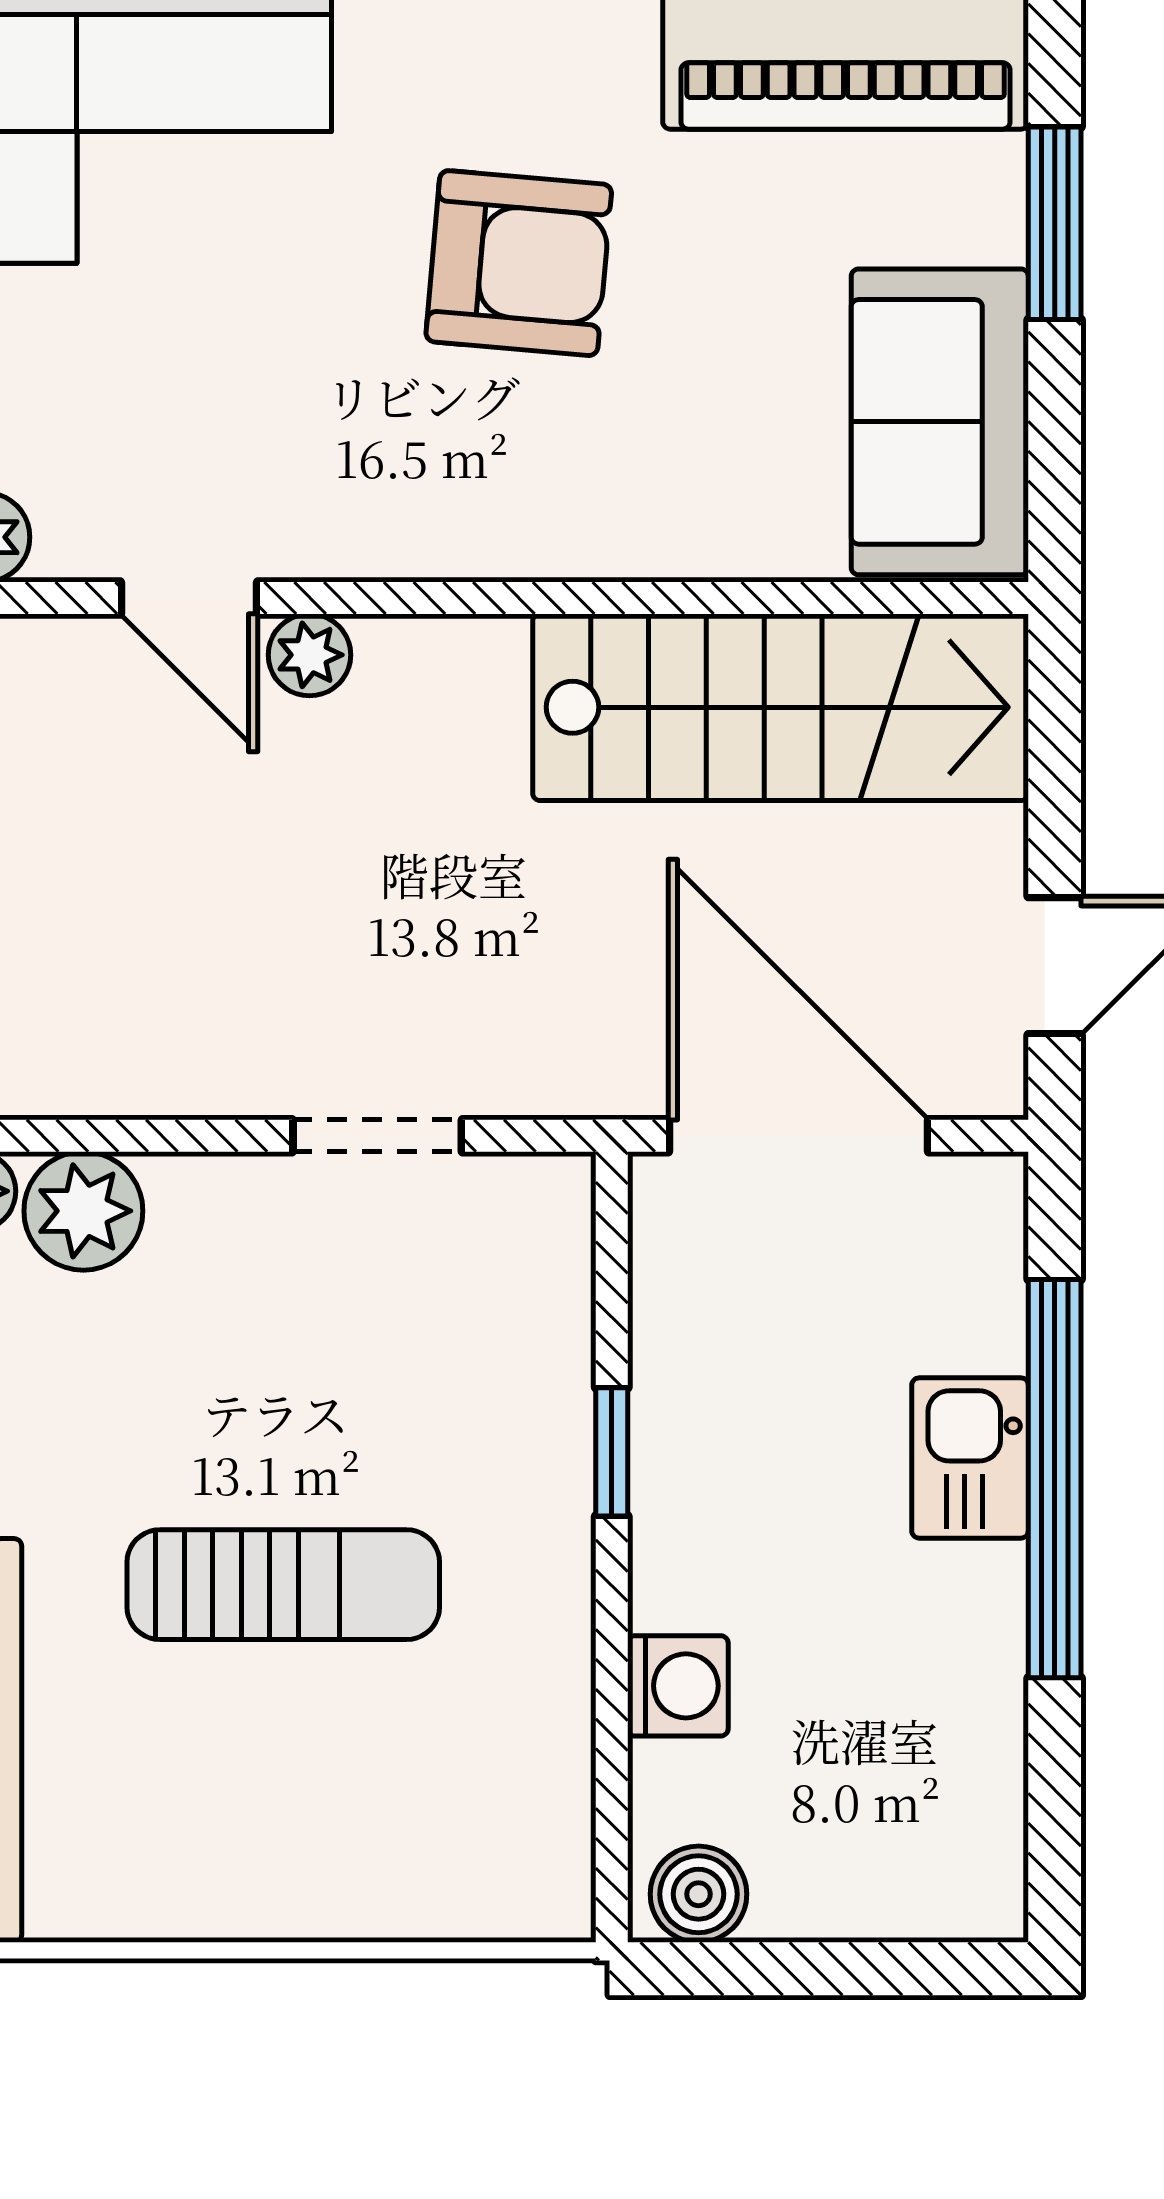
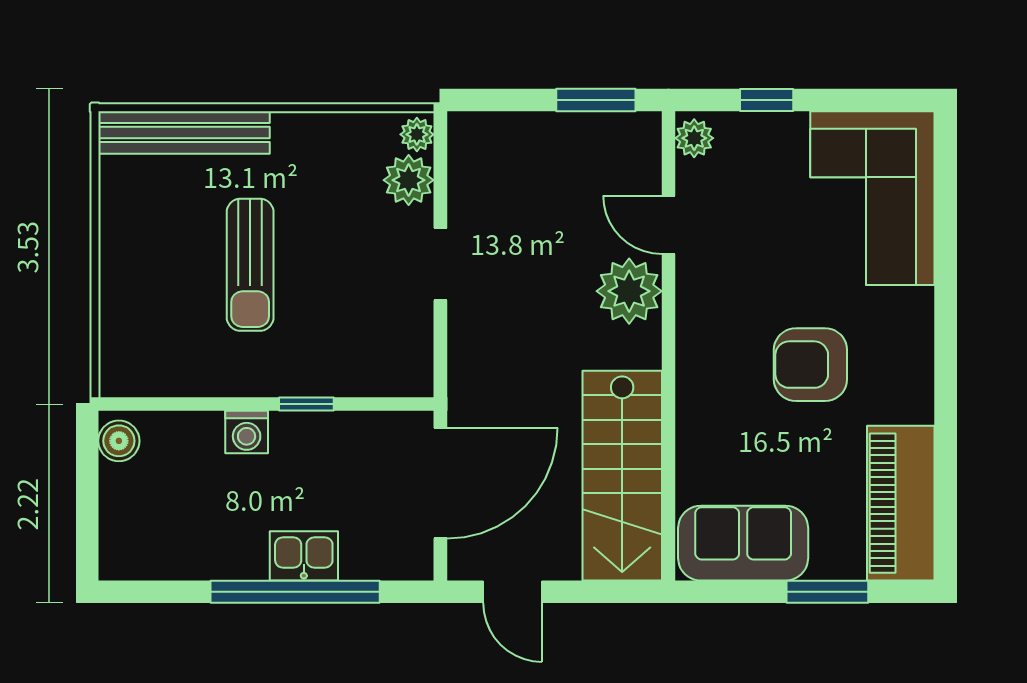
armchair: (519, 263) -> (810, 365), turned 85
door: (189, 598) -> (668, 225), hinge flipped
plant: (309, 655) -> (629, 291), width x1.88, depth x1.88
doorway: (377, 1136) -> (440, 264), moved
washing machine: (678, 1686) -> (247, 432), moved

